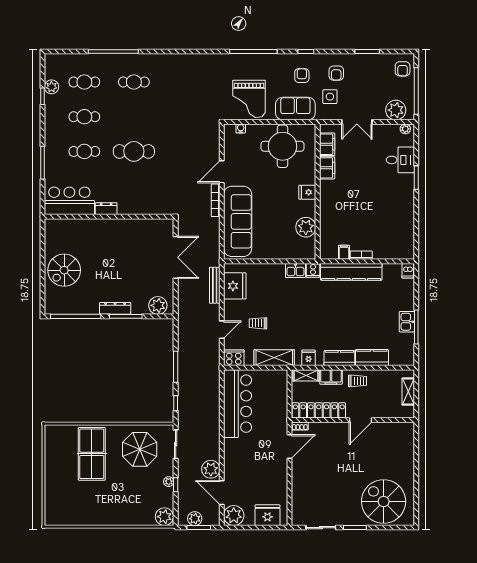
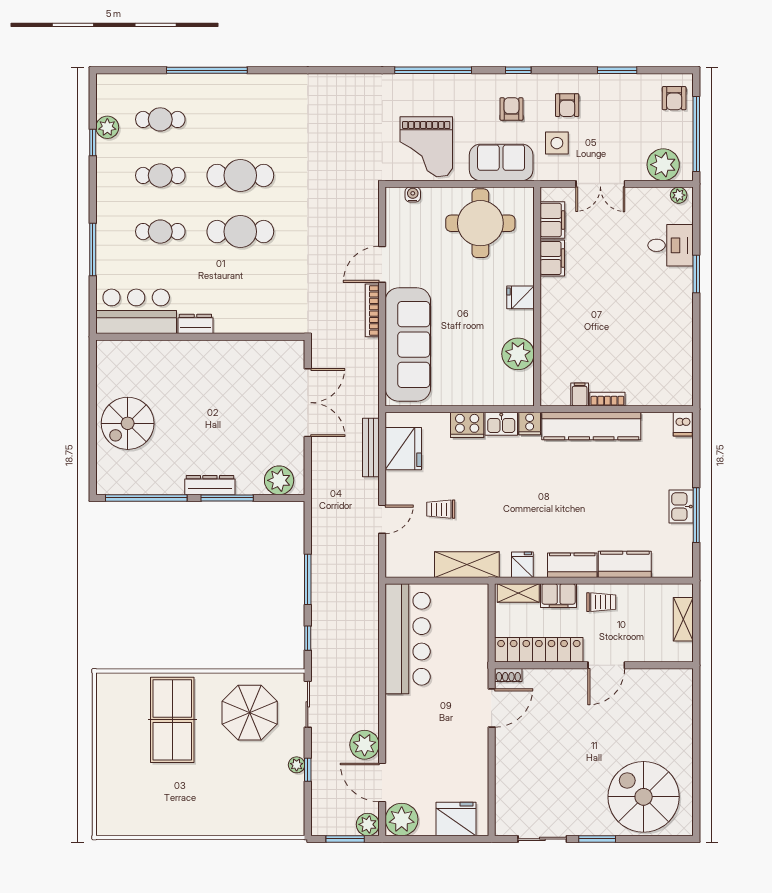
cafe table: (134, 82) -> (240, 175), moved, width x1.37, depth x1.35
cooker: (234, 358) -> (467, 425), moved, turned 180
plant: (164, 517) -> (290, 821), removed
plant: (195, 519) -> (368, 824), moved

